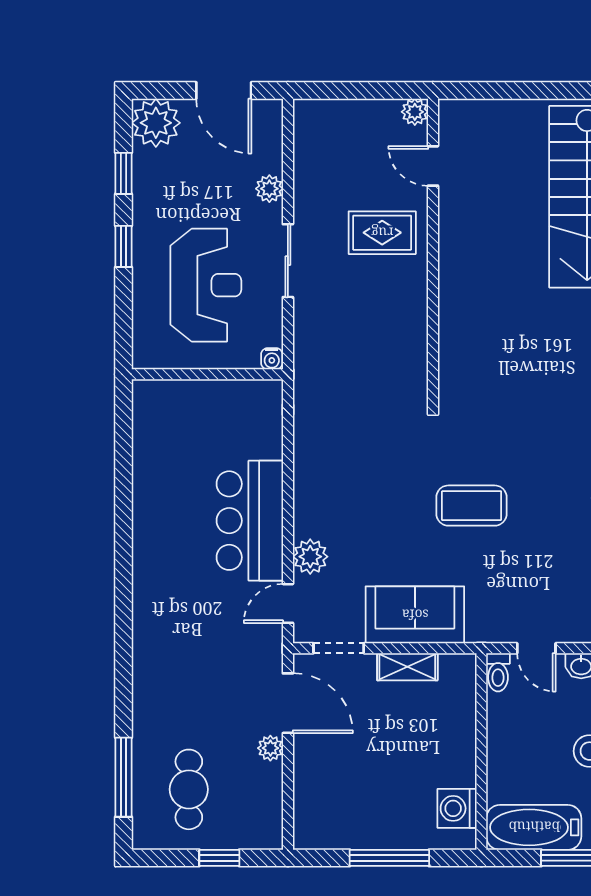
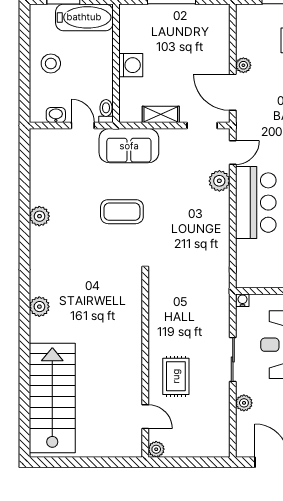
rug: (382, 233) -> (176, 376), turned 90
sofa: (415, 615) -> (129, 146), moved
washing machine: (457, 808) -> (131, 65), moved

